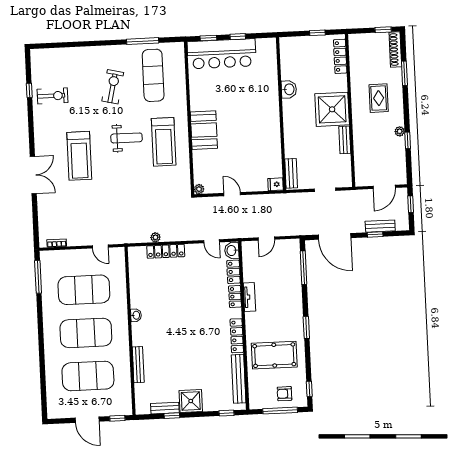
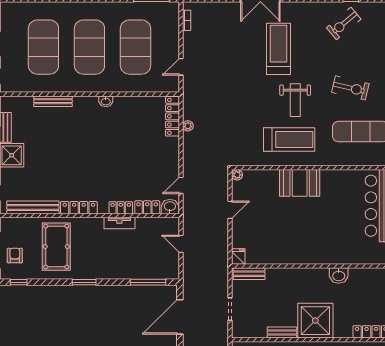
exercise bike: (53, 96) -> (344, 23), turned 50
treadmill: (164, 142) -> (289, 139), turned 180
treadmill: (79, 156) -> (278, 49), turned 90
locker: (166, 251) -> (172, 116), moved

